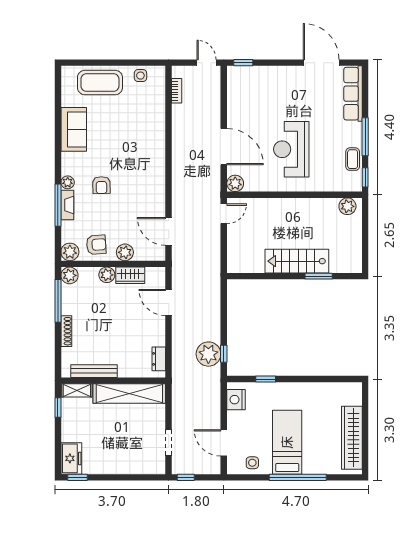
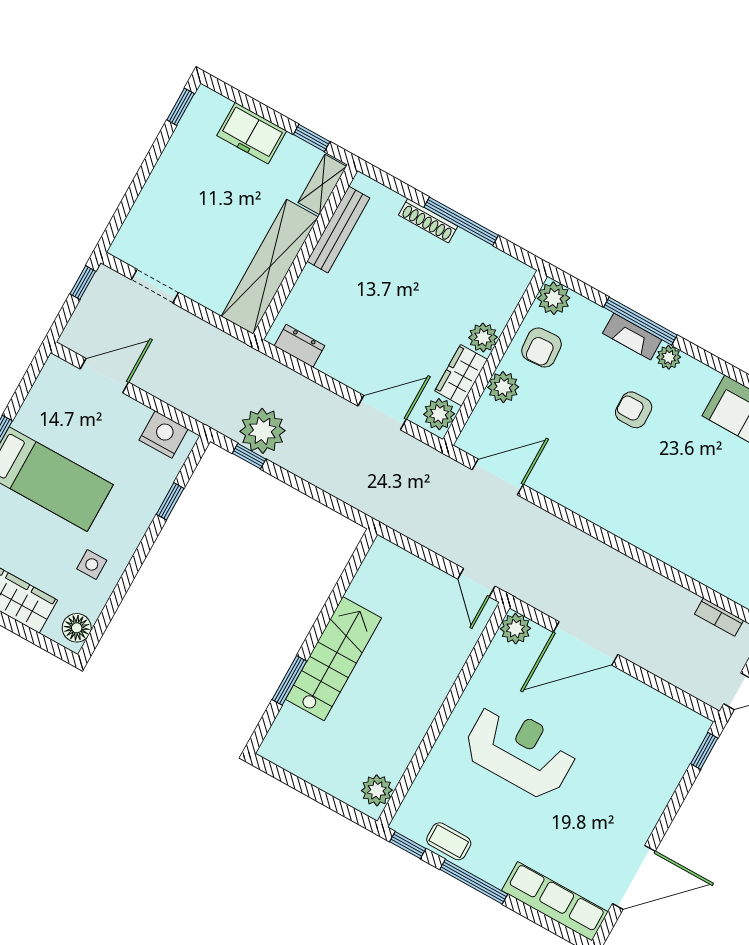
plant: (70, 275) -> (439, 414), moved
window: (58, 301) -> (461, 221), moved
floor lamp: (350, 390) -> (77, 628), added
freezer: (71, 458) -> (252, 133), moved
side table: (252, 463) -> (92, 564), moved

